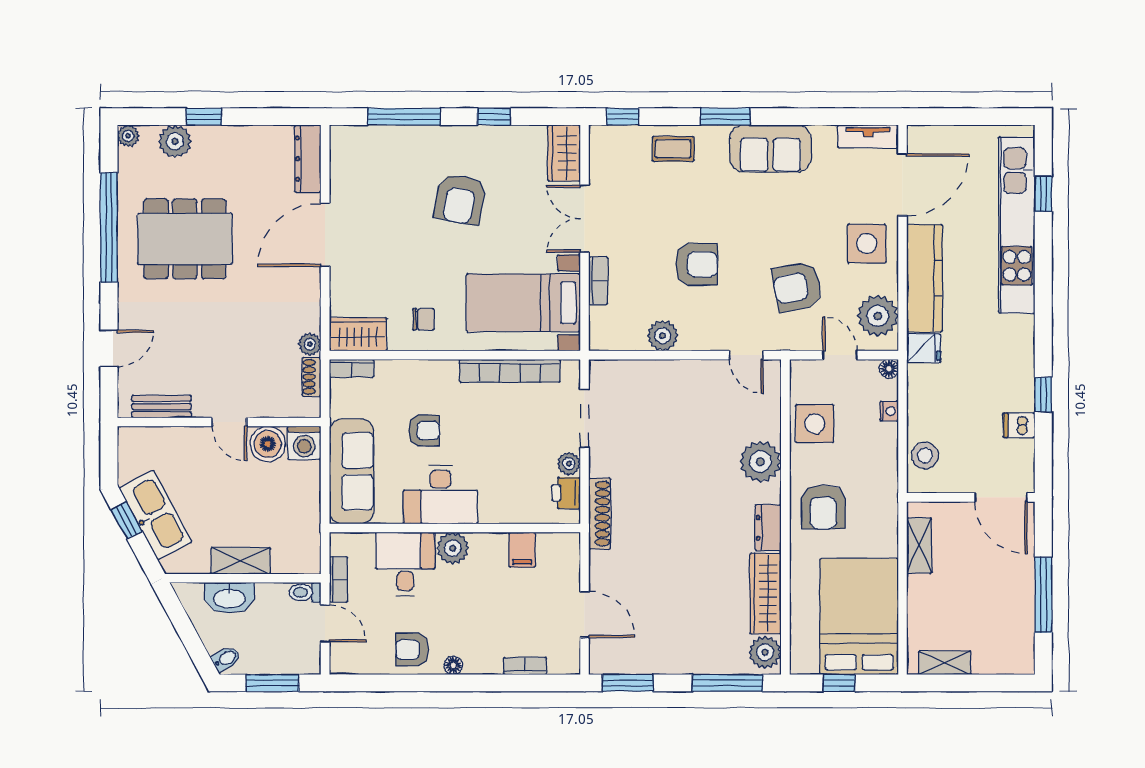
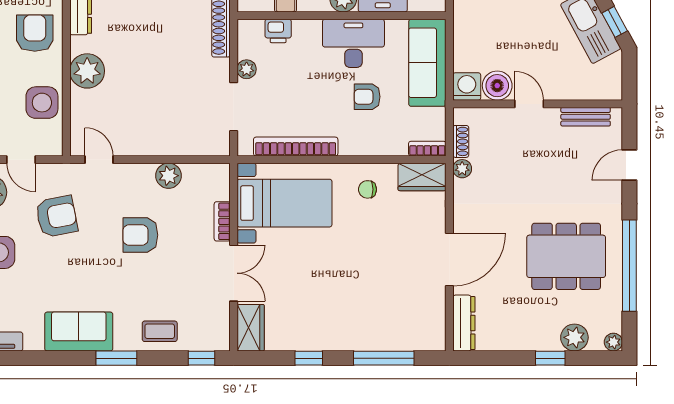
armchair: (460, 199) -> (337, 289), removed
printer: (566, 493) -> (278, 31), moved, turned 90

